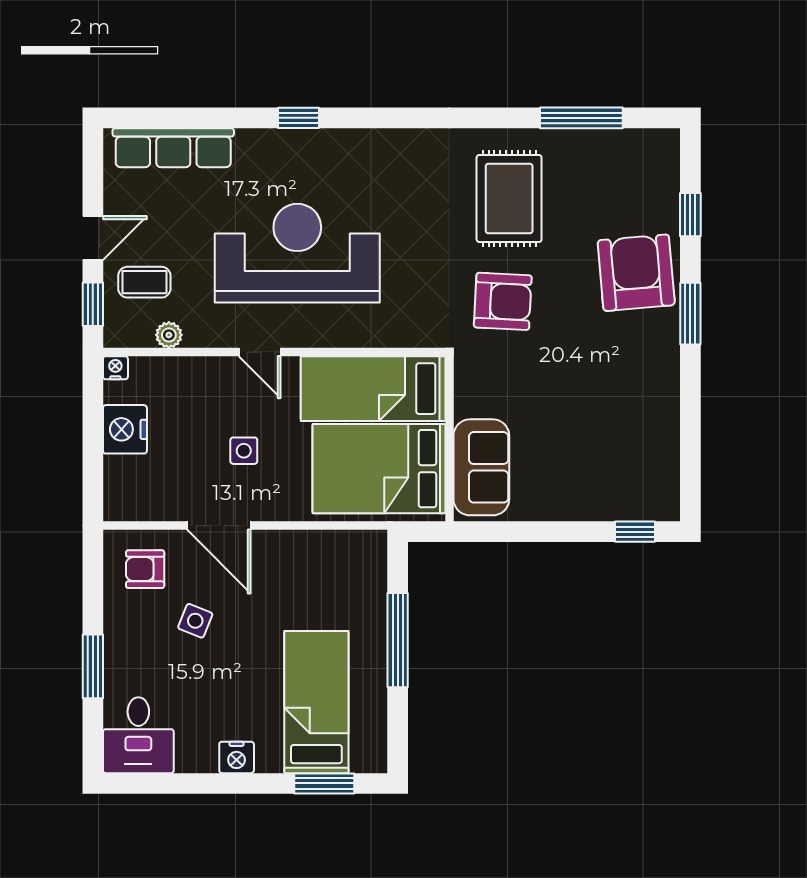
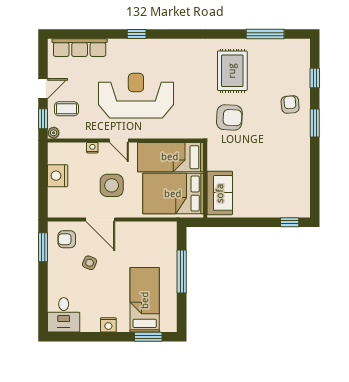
armchair: (636, 273) -> (290, 104), width x0.53, depth x0.53
plant: (169, 335) -> (54, 133), moved
nightstand: (115, 368) -> (92, 148), moved
side table: (244, 451) -> (112, 185), width x1.87, depth x1.87
window: (93, 666) -> (43, 247), moved

